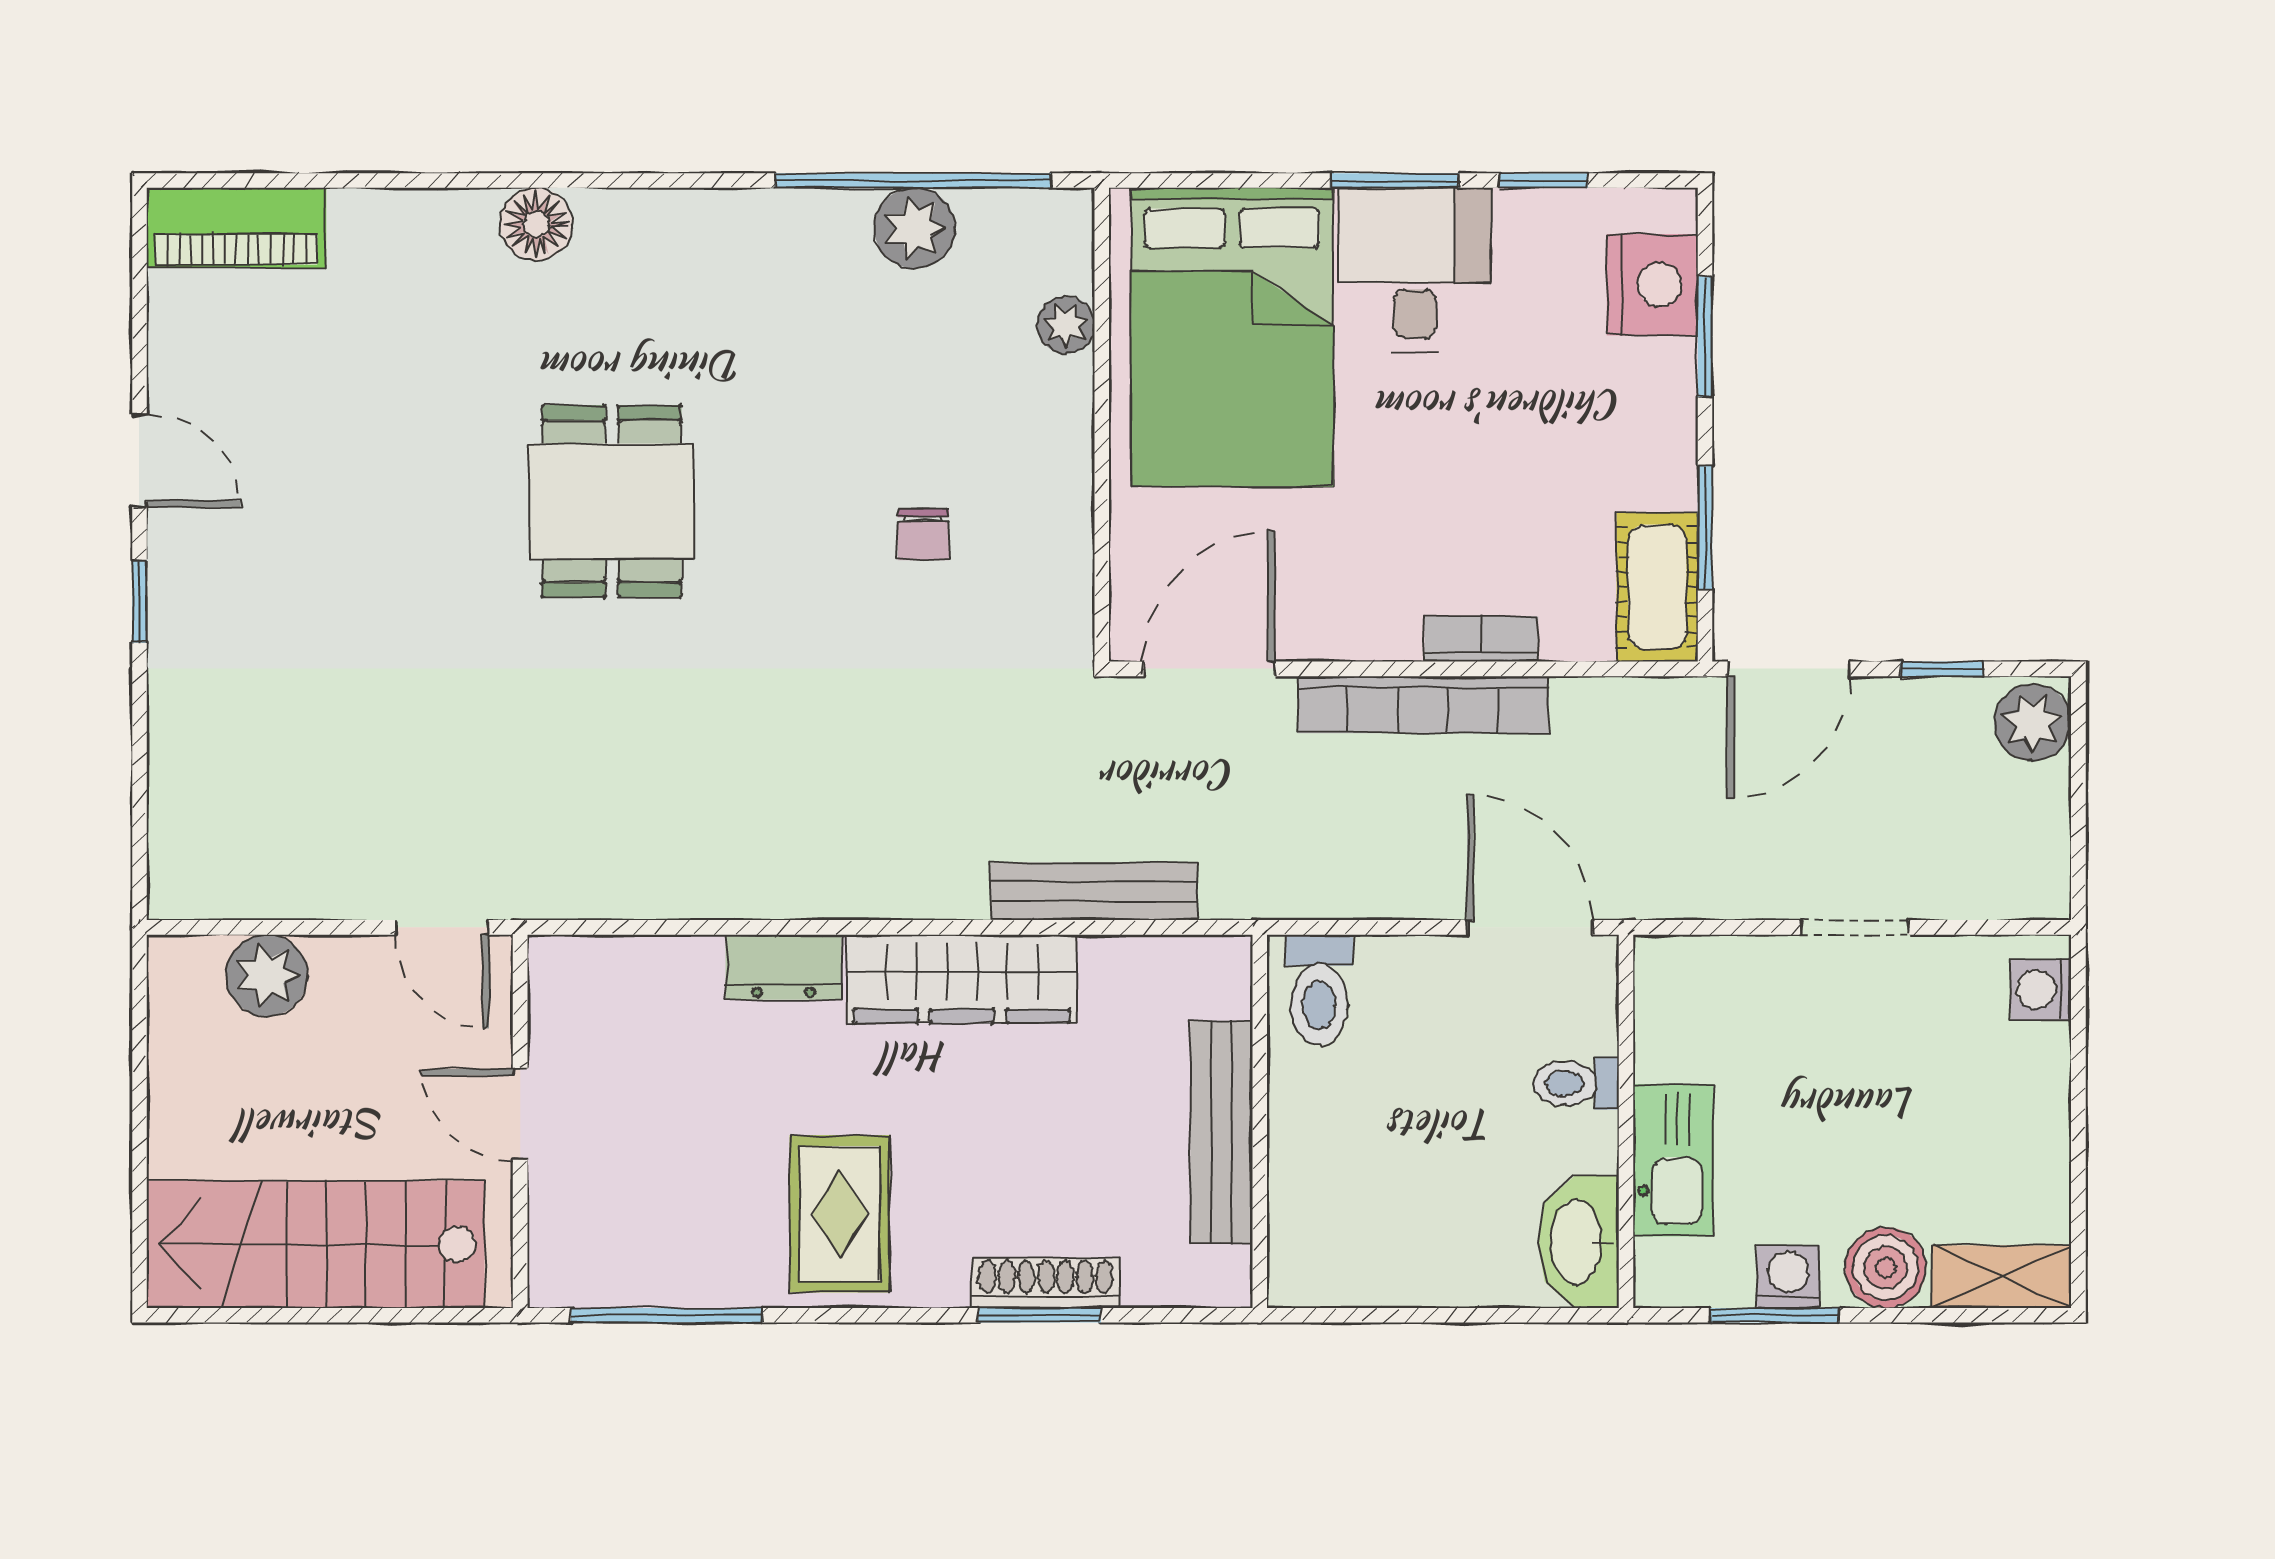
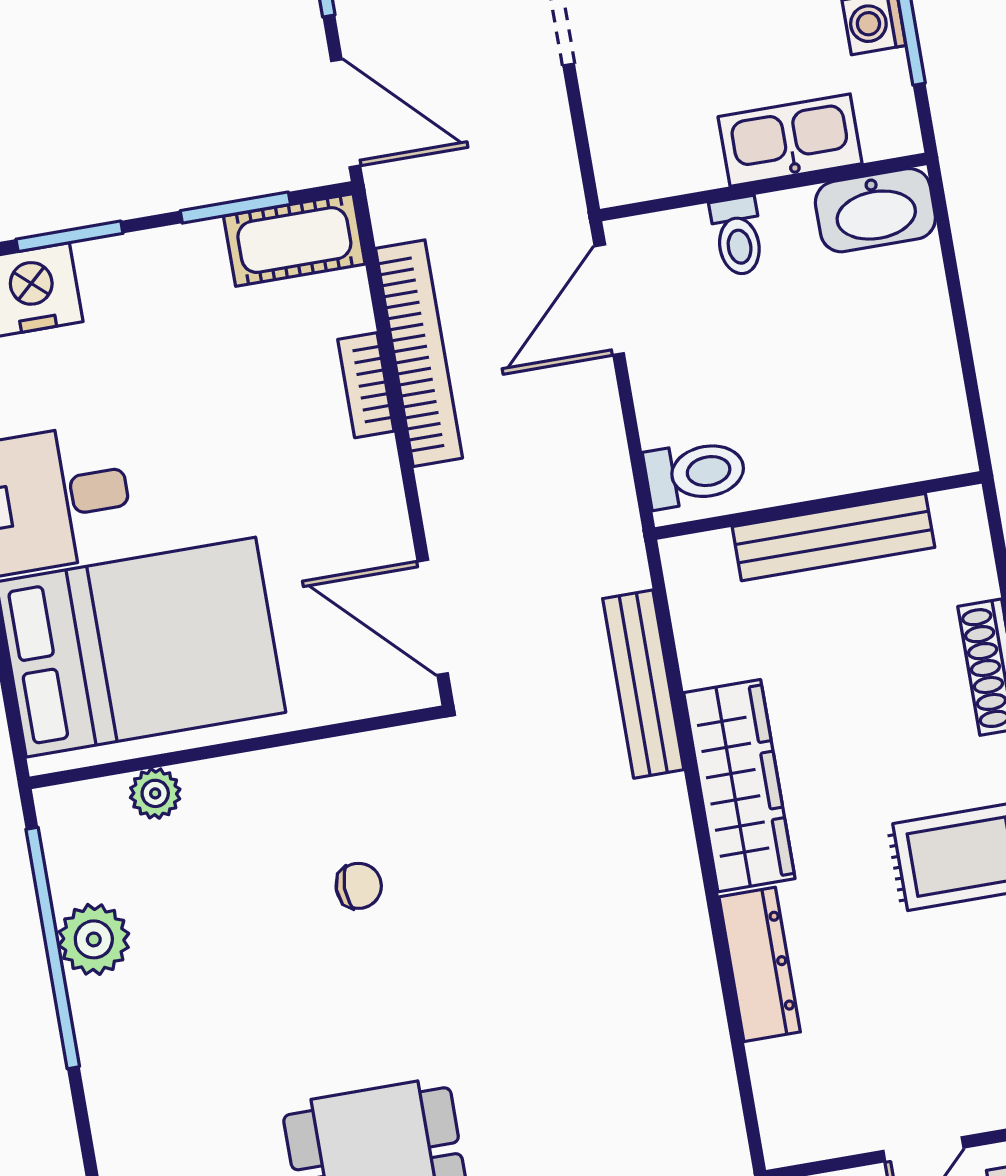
bookcase: (1423, 705) -> (419, 353), moved
dresser: (784, 967) -> (760, 964), width x1.44

